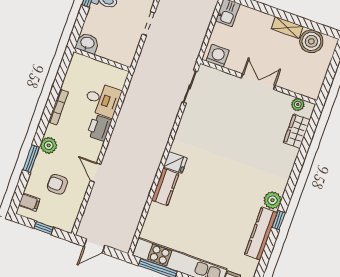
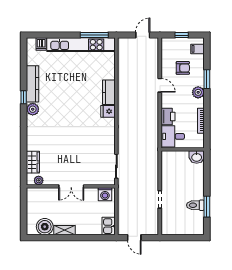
washbasin: (87, 43) -> (197, 157), moved
wall: (102, 60) -> (183, 149), moved

